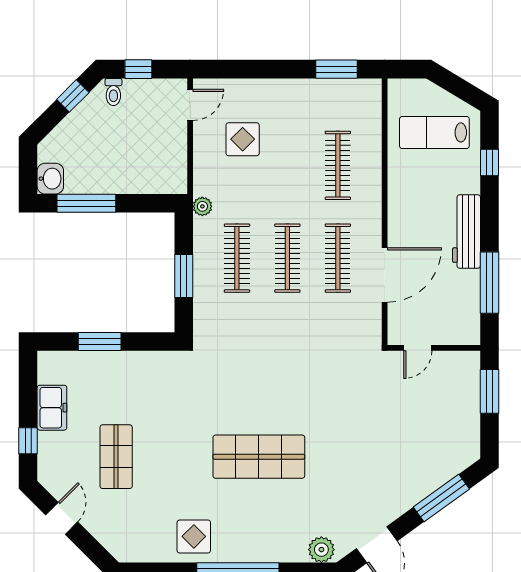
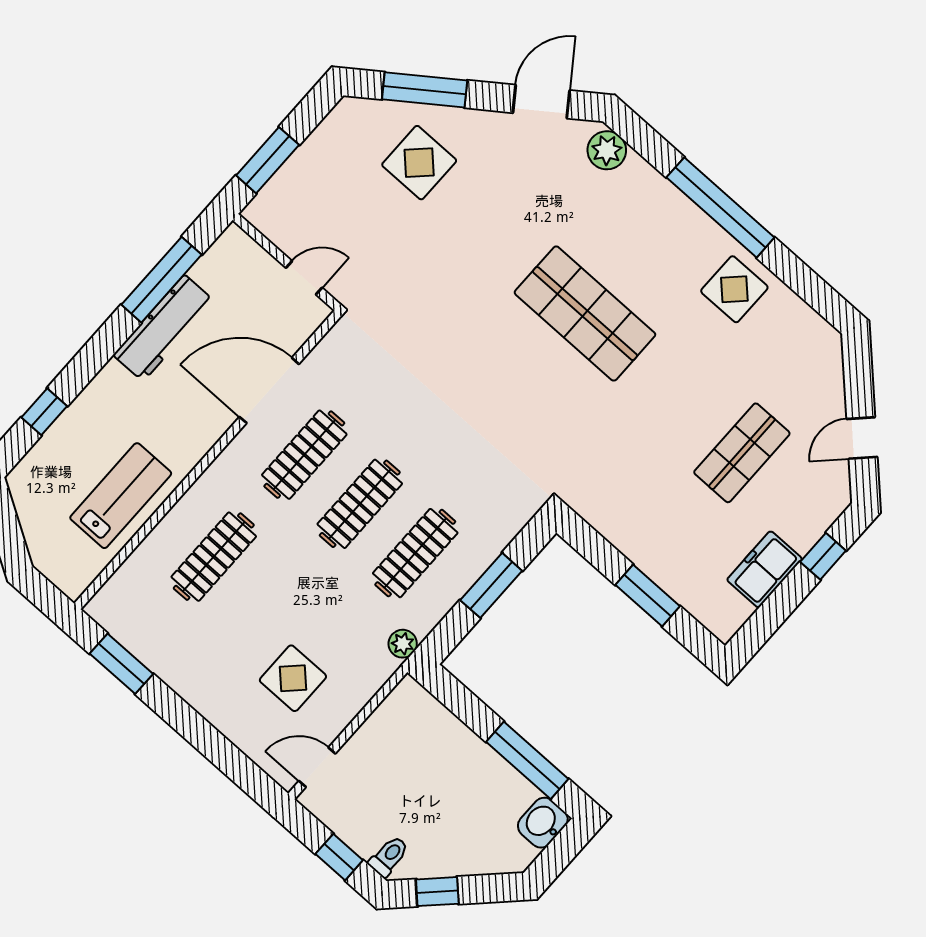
lab bench: (434, 132) -> (121, 496), moved, turned -90
workbench: (467, 231) -> (164, 328), moved
display table: (411, 459) -> (419, 163), added

